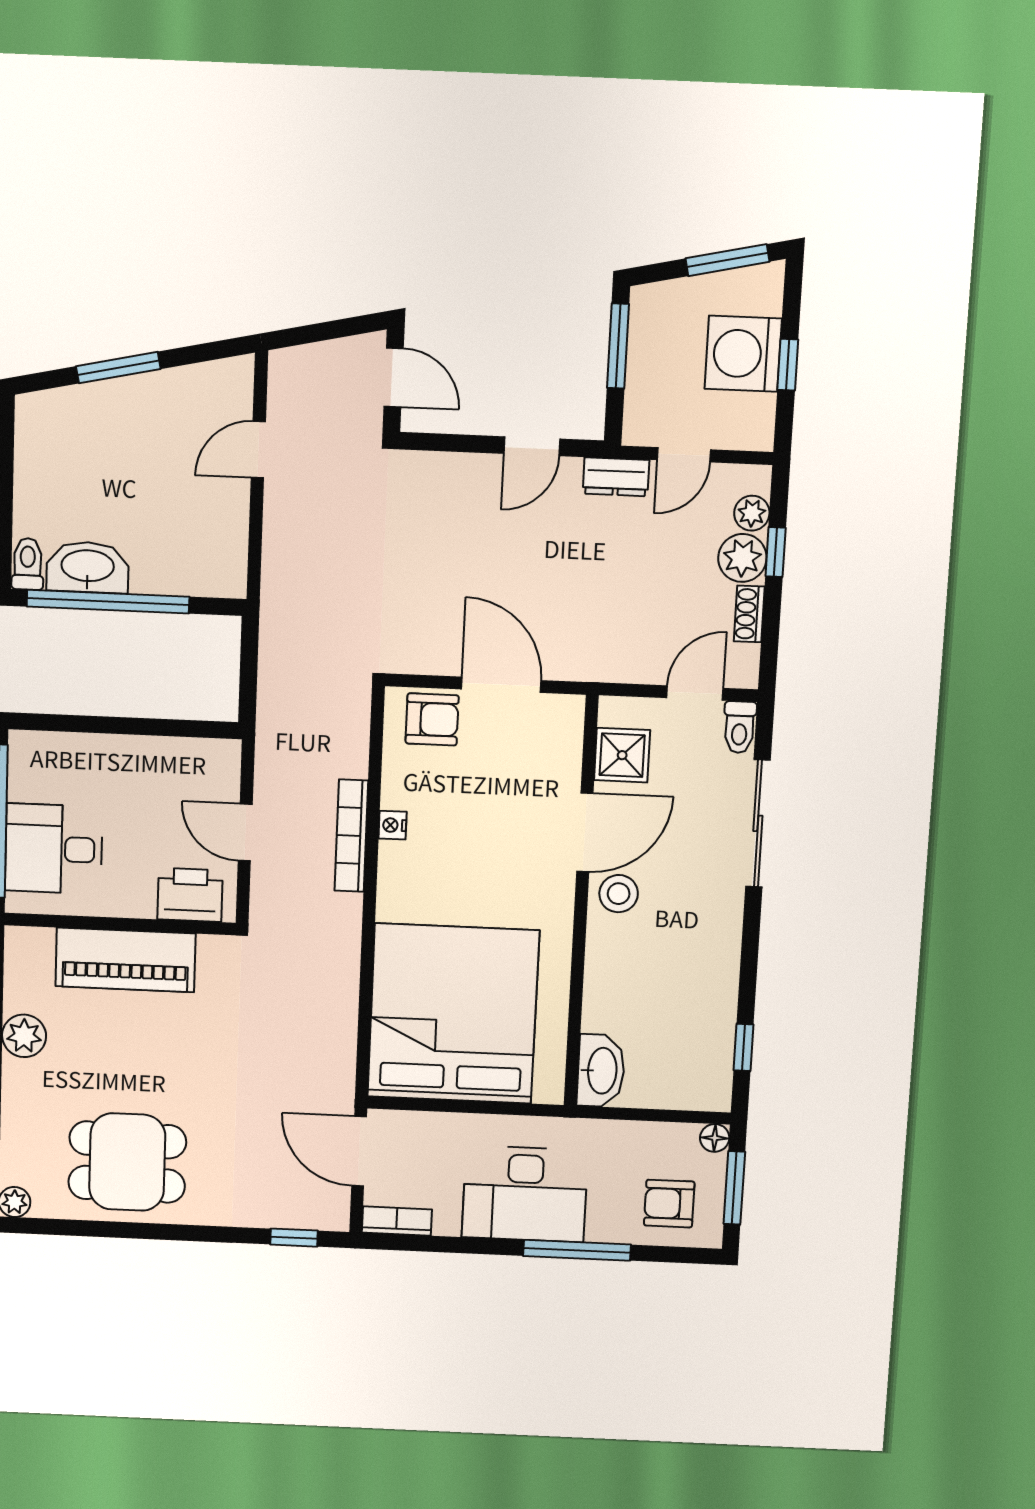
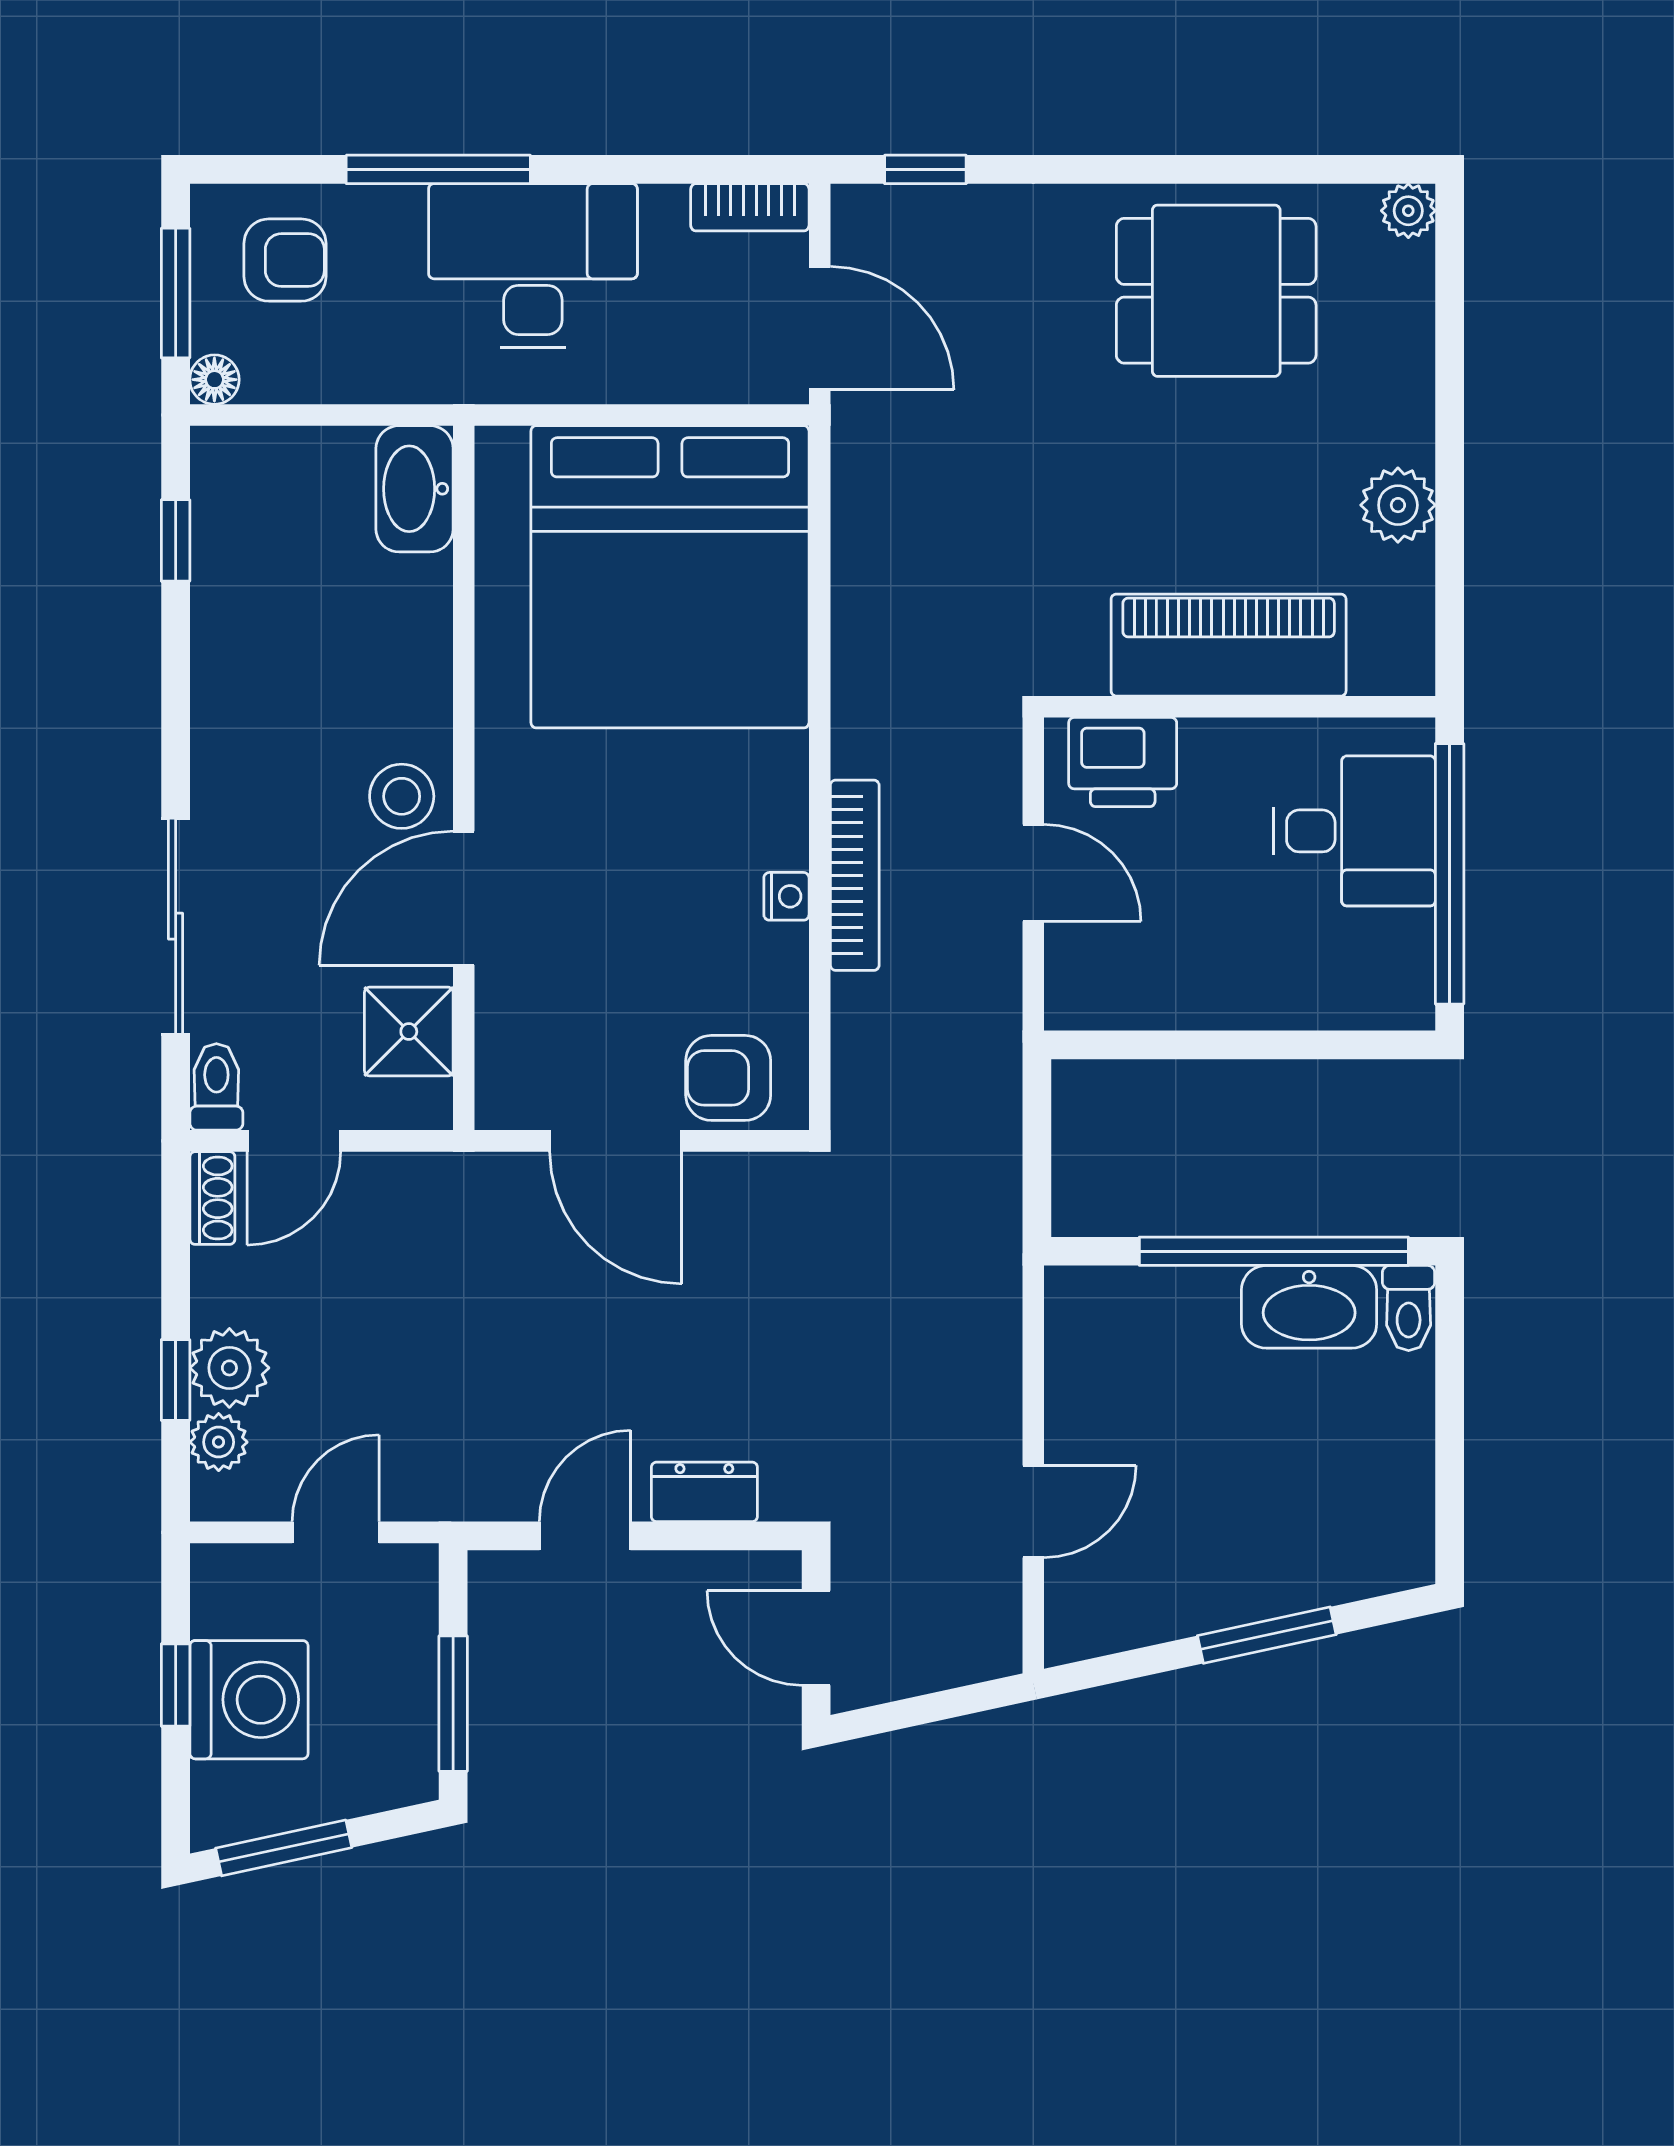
dresser: (616, 477) -> (704, 1492), moved
shoe rack: (749, 614) -> (212, 1198), moved

